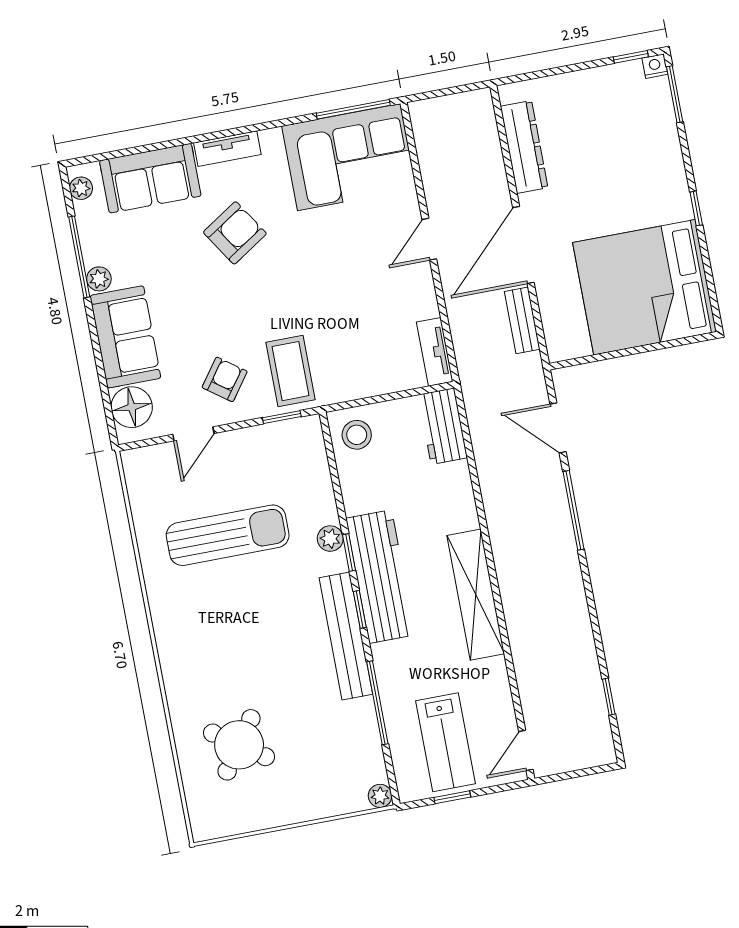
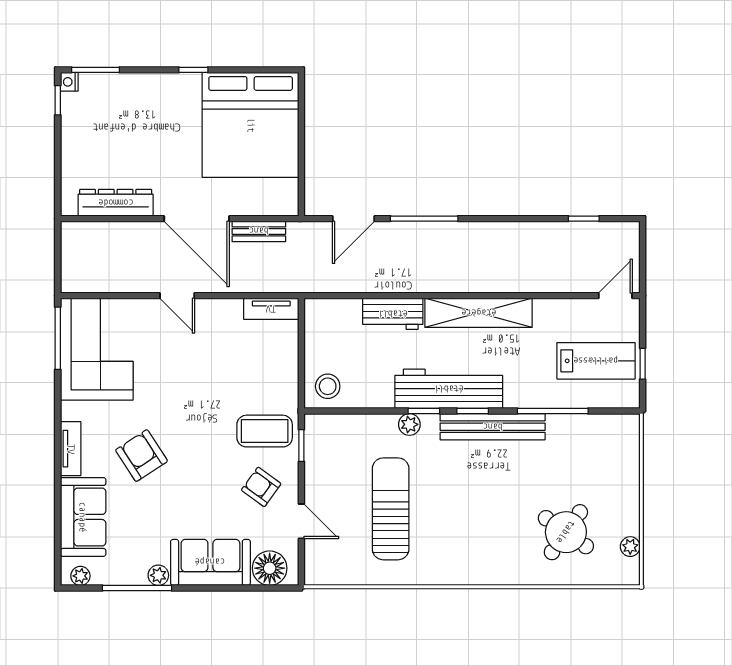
workbench: (443, 426) -> (393, 314), moved
door: (526, 750) -> (615, 296), swing flipped
plant: (380, 796) -> (630, 547), moved

